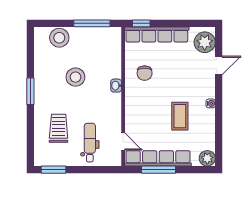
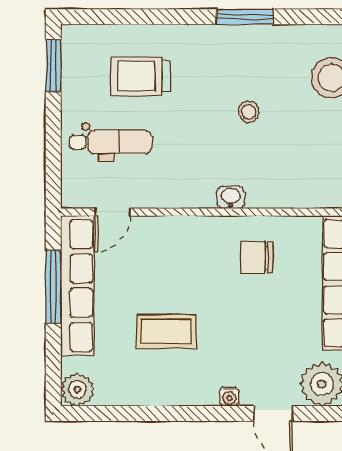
stool: (75, 77) -> (249, 112), width x0.53, depth x0.53
window: (30, 91) -> (245, 17), moved
water cooler: (211, 103) -> (229, 397), moved
trolley: (59, 128) -> (141, 76), turned 180

